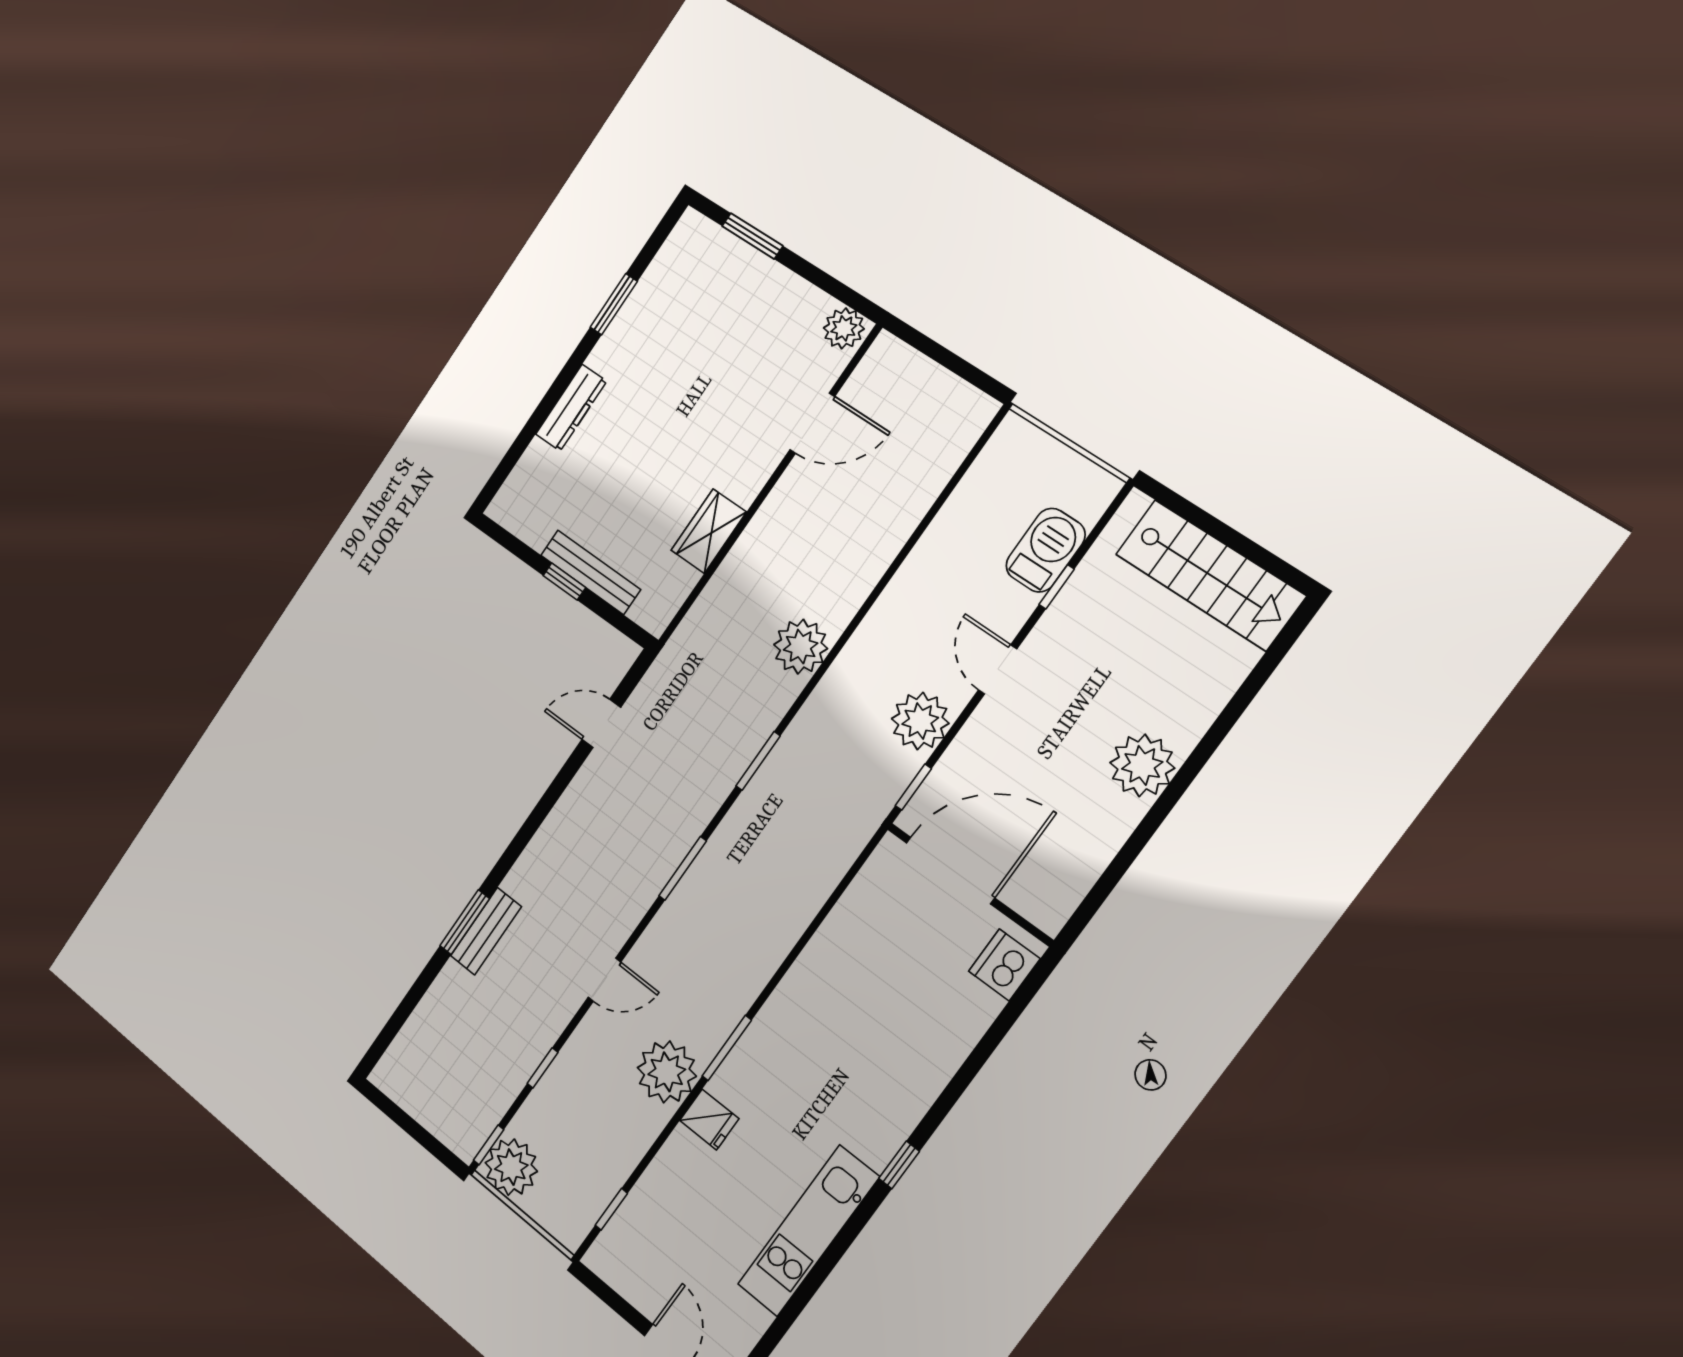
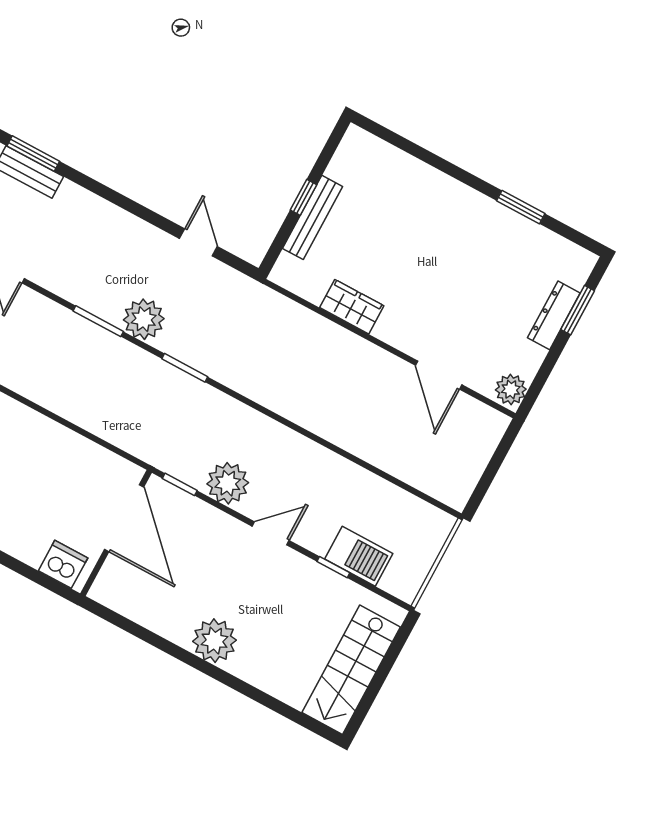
dresser: (571, 408) -> (554, 315), moved, turned 90
plant: (801, 647) -> (144, 319), moved

